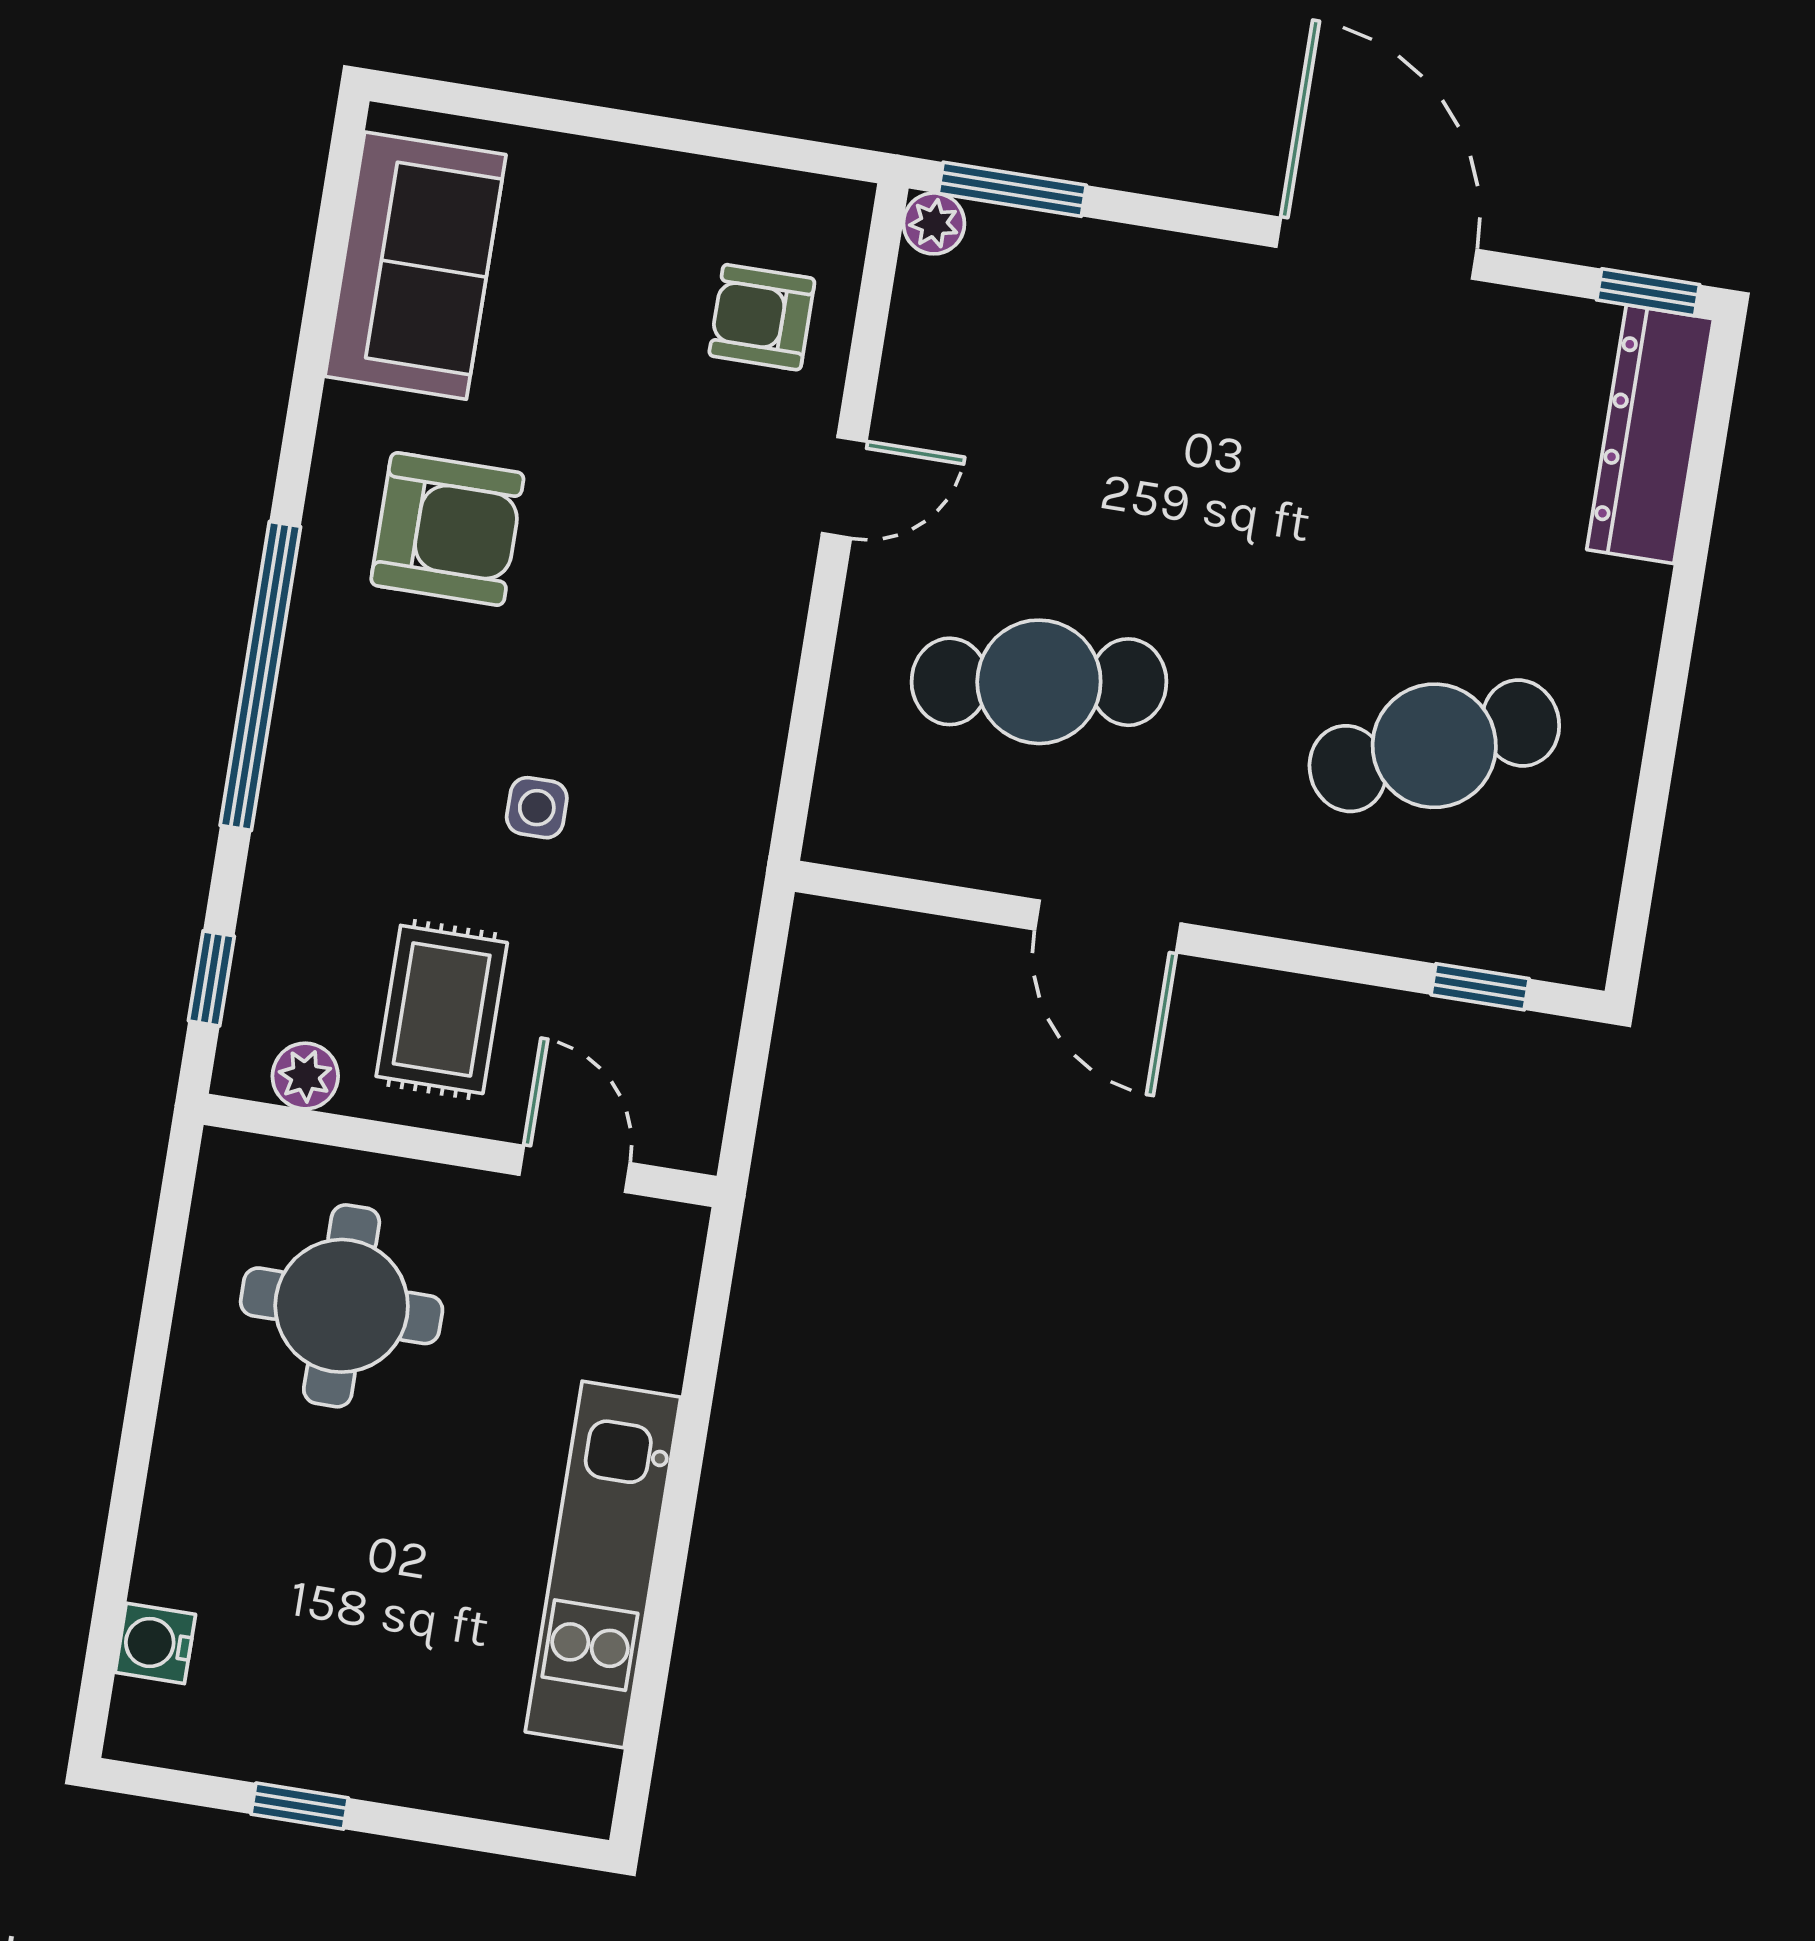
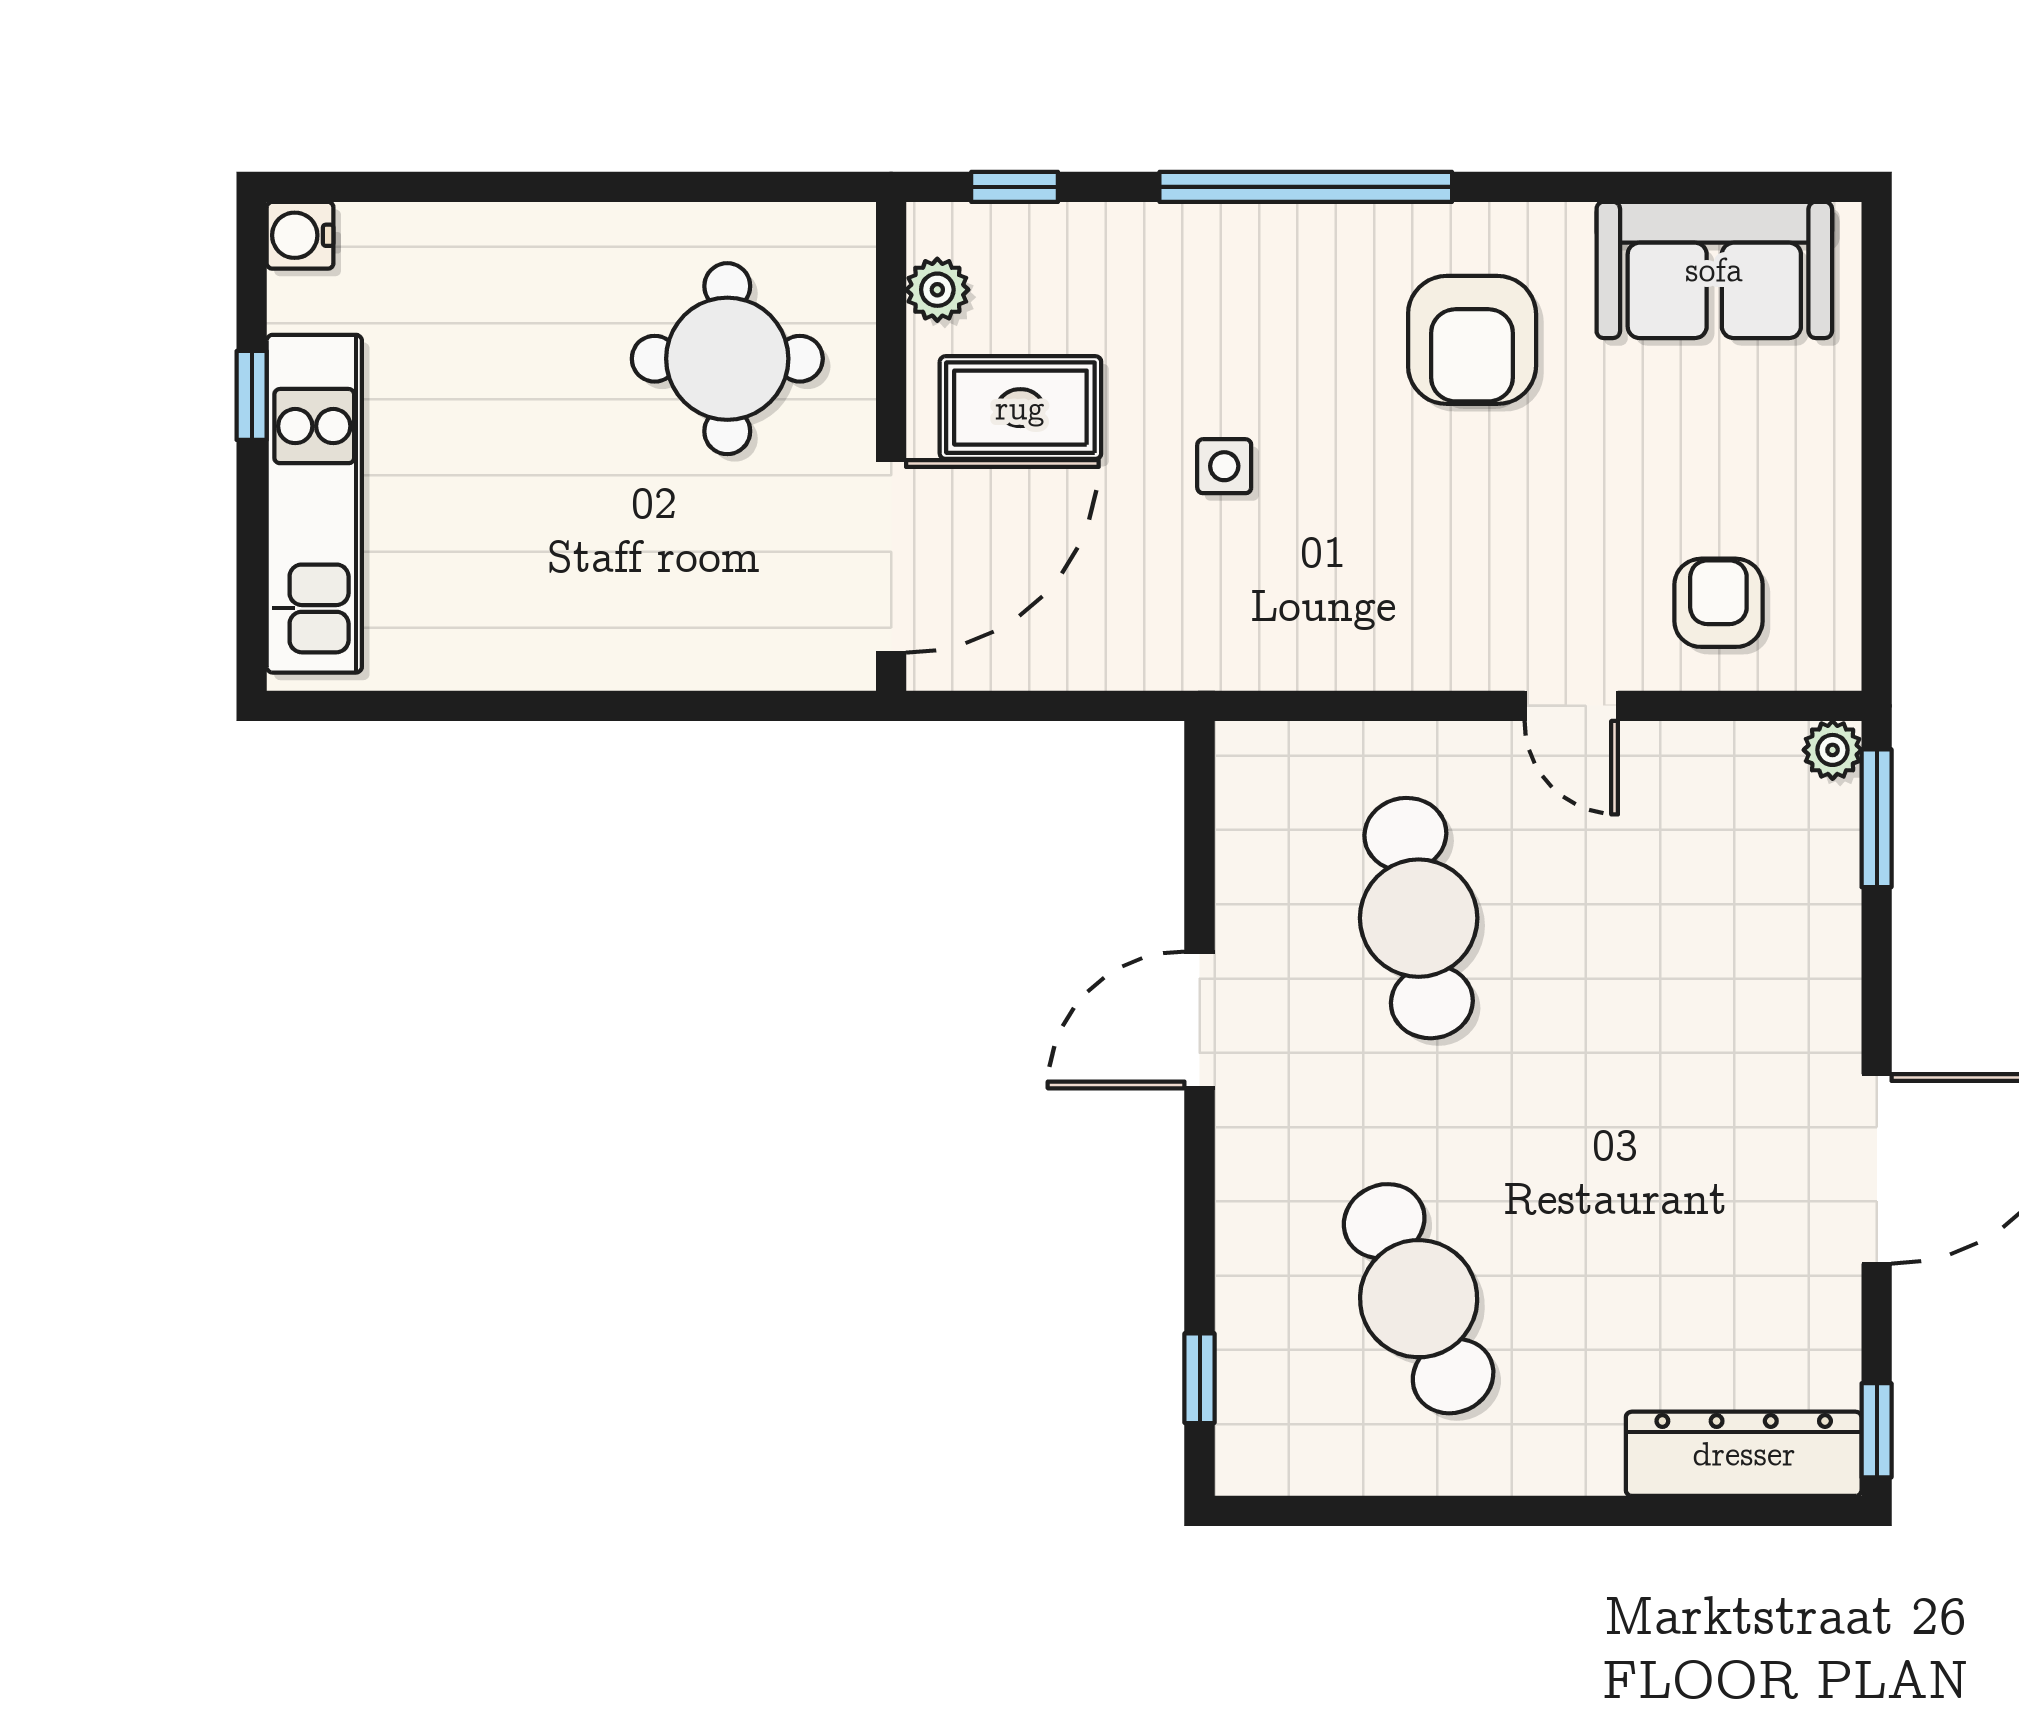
door: (574, 1169) -> (891, 556), width x1.88
kitchen unit: (603, 1564) -> (314, 504), moved, turned 90
water cooler: (155, 1643) -> (300, 235), moved, turned -90

